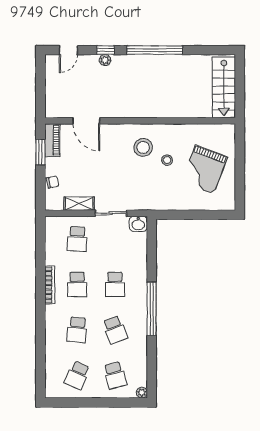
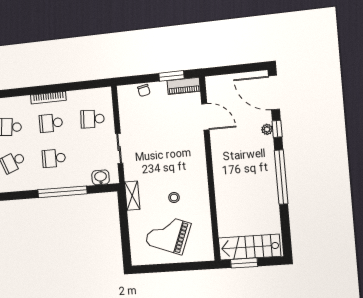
door: (68, 50) -> (274, 93), width x1.87
window: (240, 94) -> (244, 263), added
door: (86, 121) -> (205, 117), swing flipped
stool: (143, 147) -> (184, 174), removed
shelving: (79, 204) -> (132, 196), moved
washbasin: (138, 224) -> (101, 177), moved, turned 90
window: (152, 309) -> (62, 192), moved

